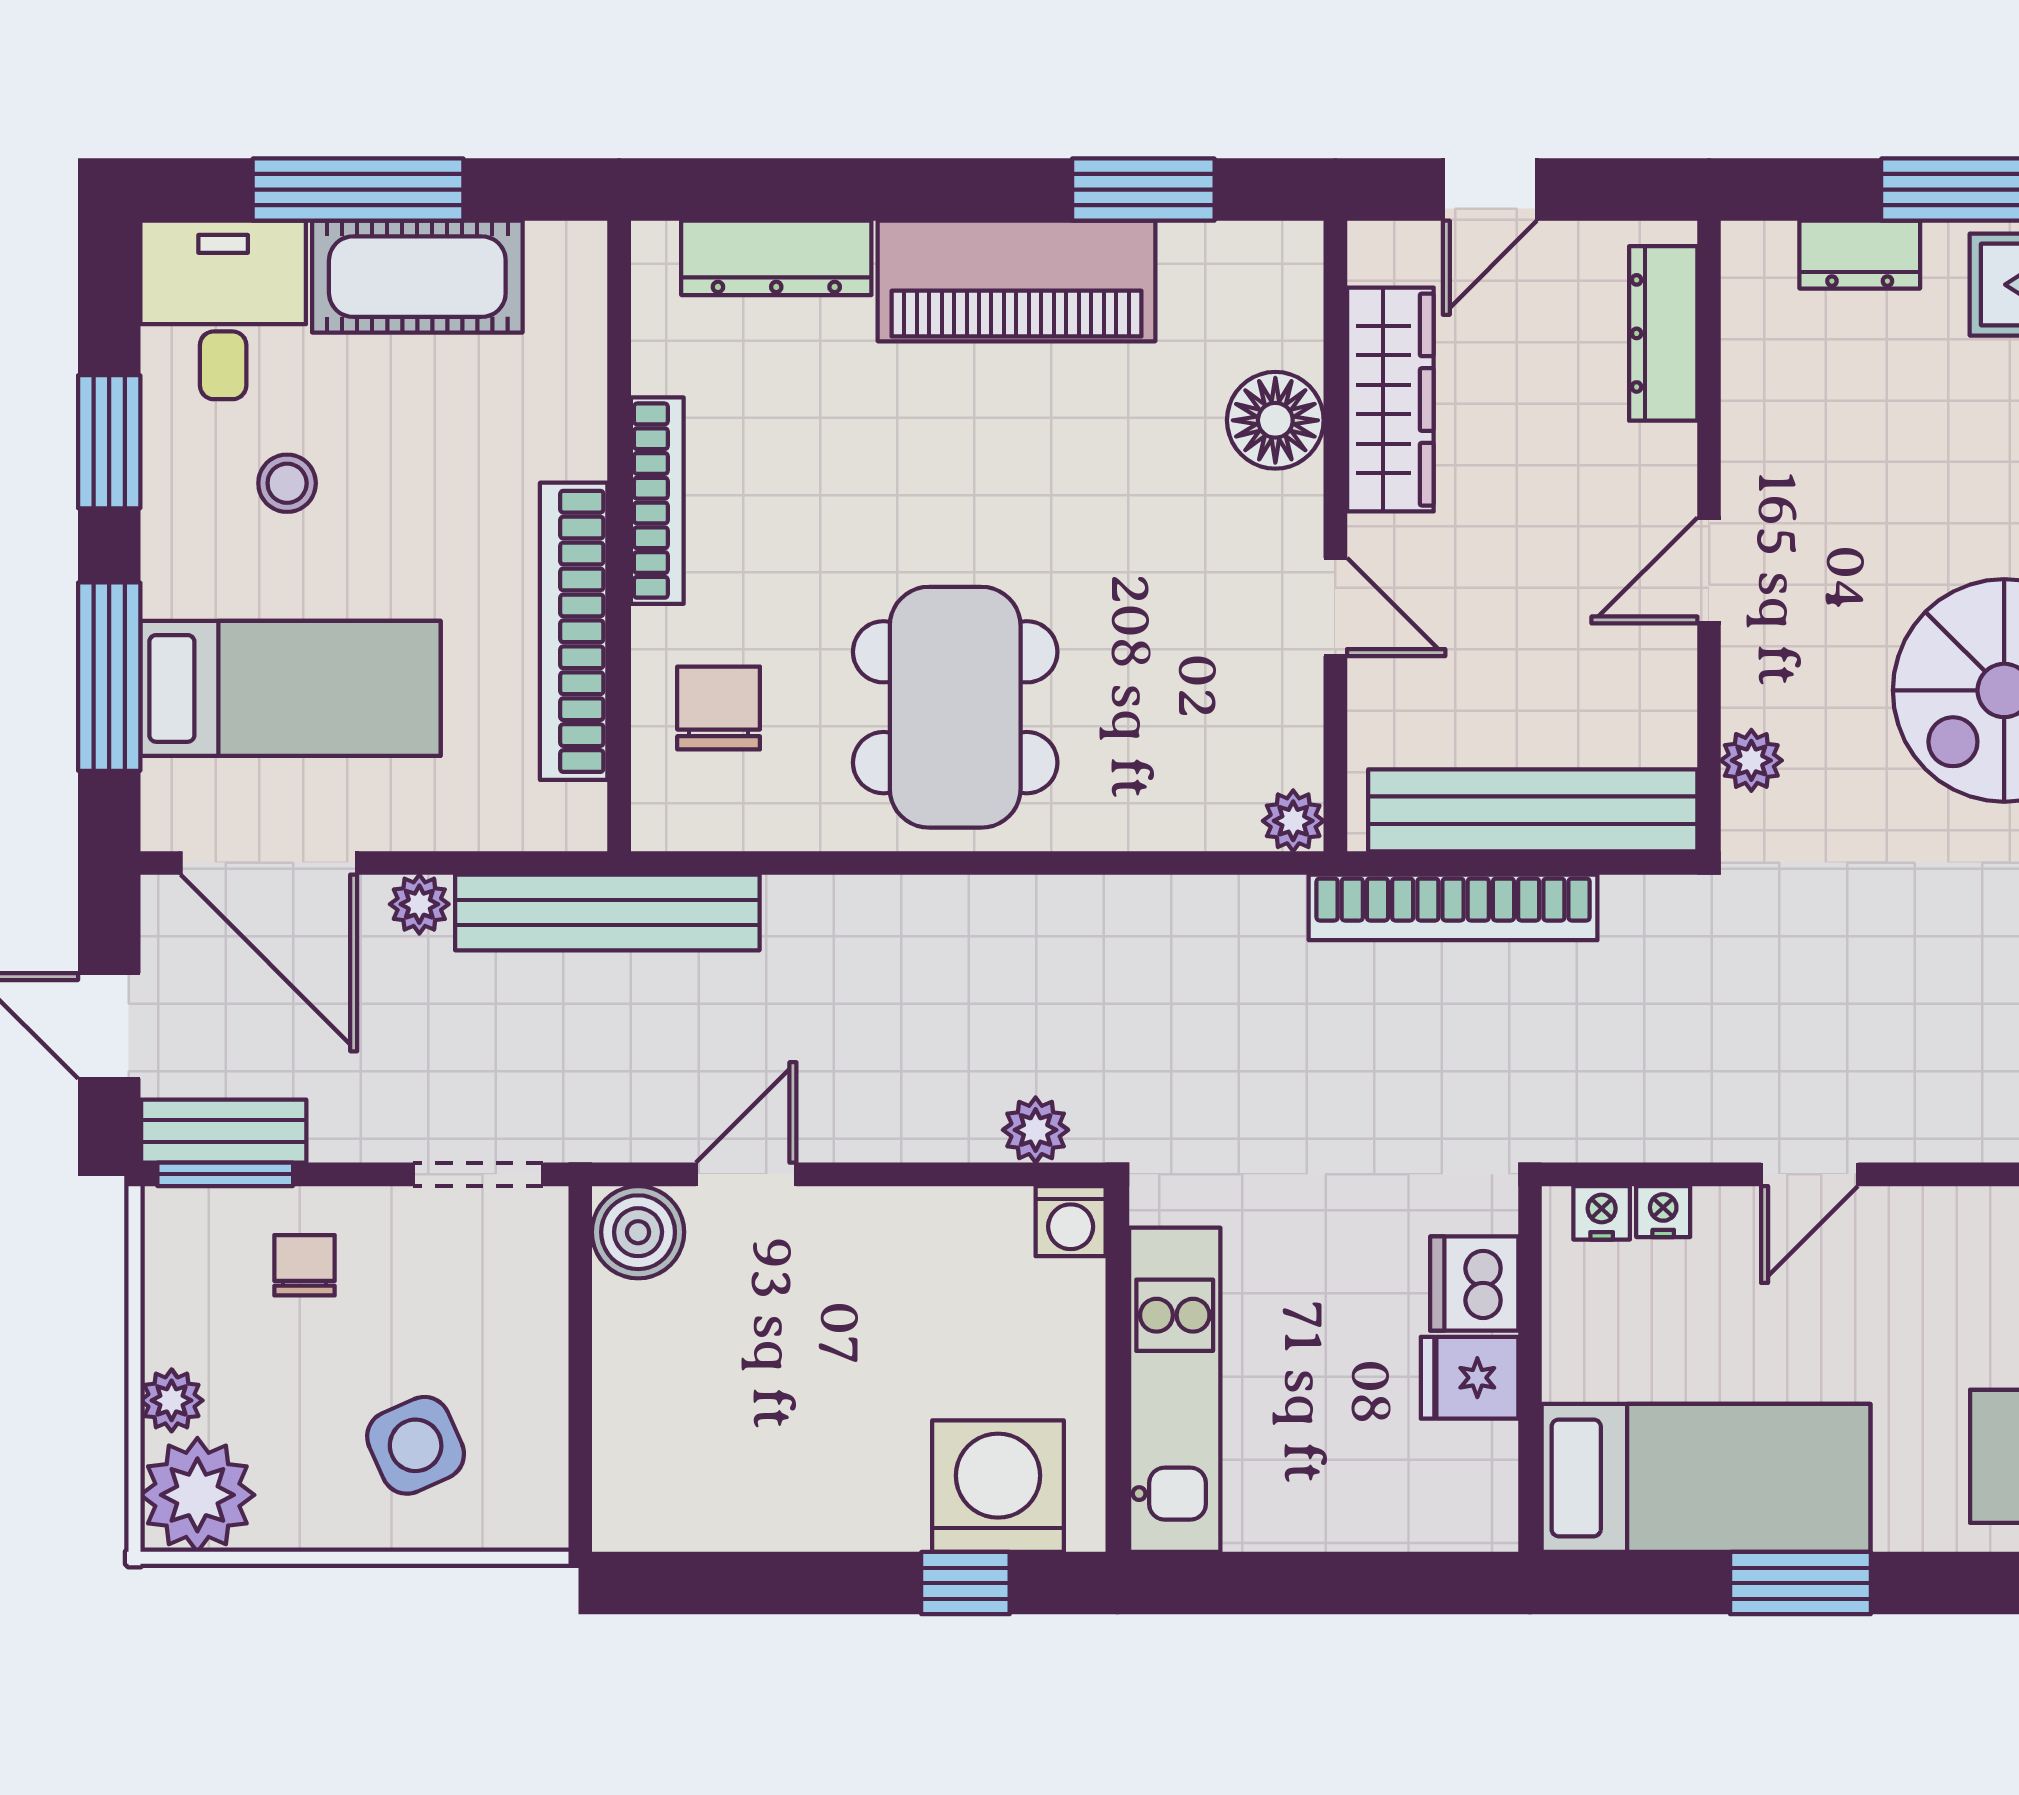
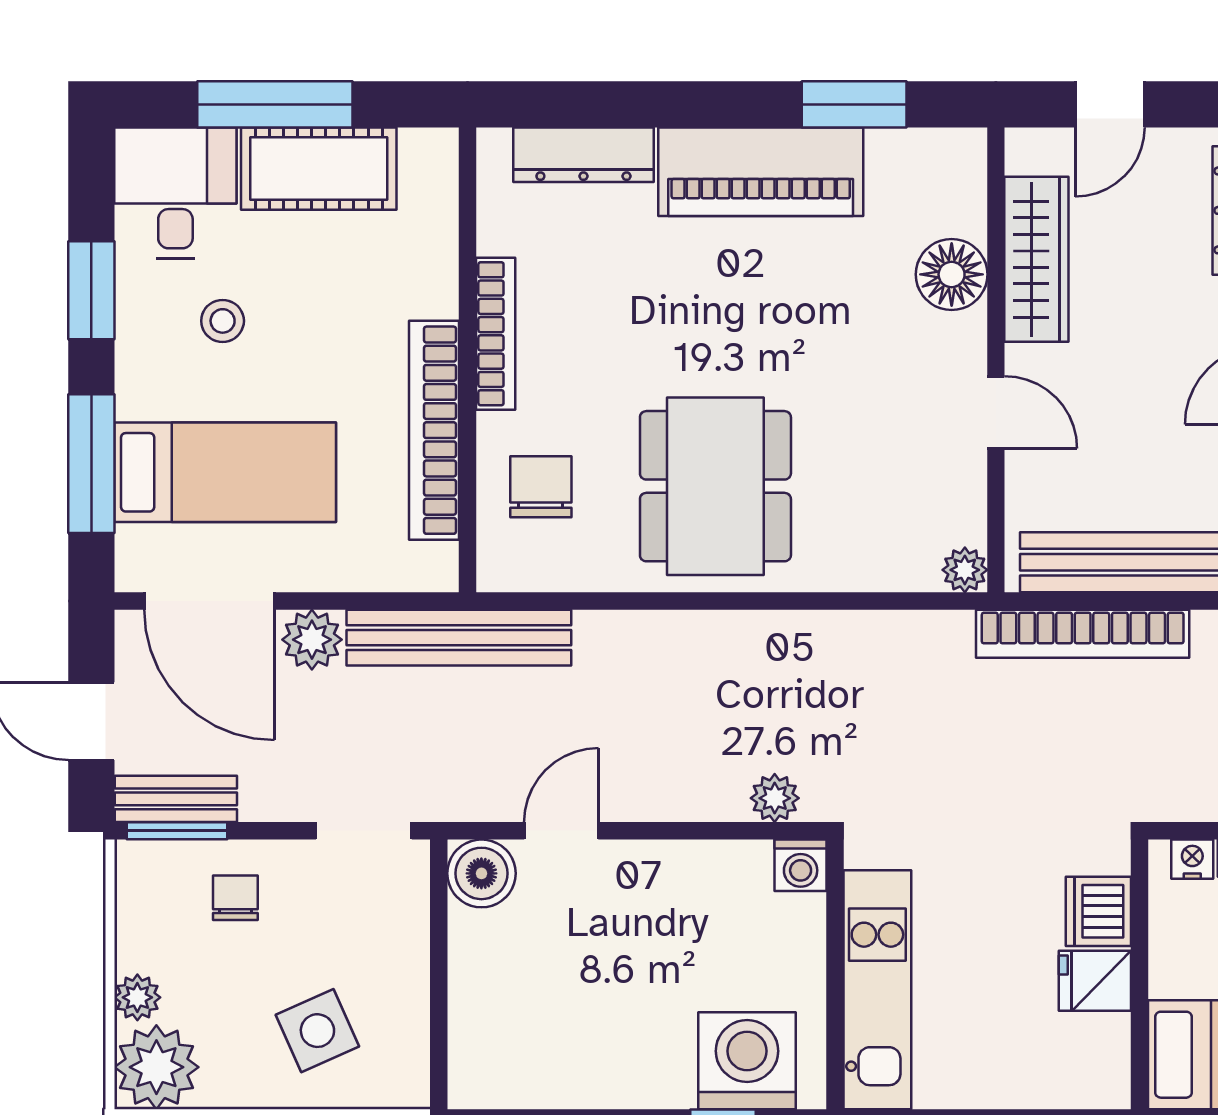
plant: (419, 904) -> (312, 640), width x1.38, depth x1.38

